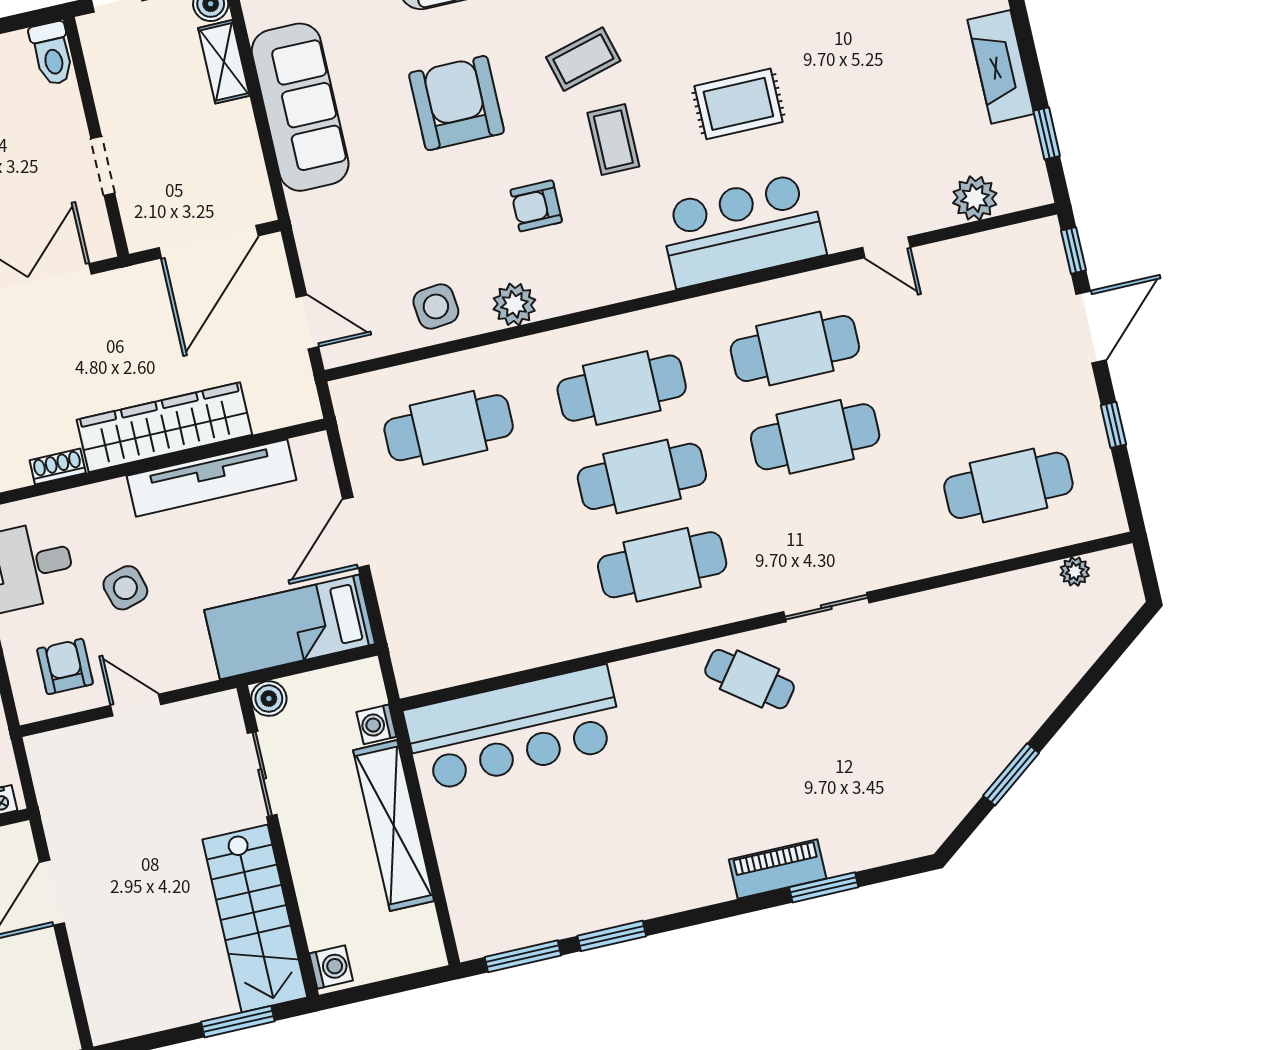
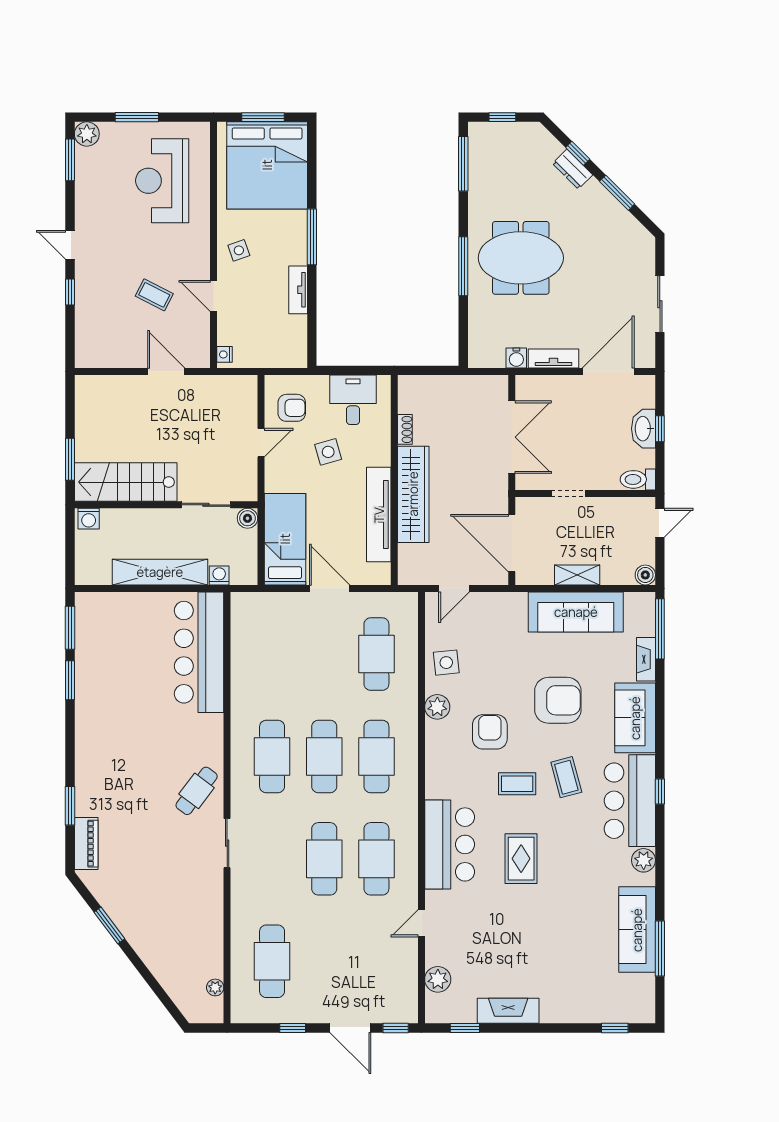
shelving: (224, 62) -> (577, 575), moved
armchair: (536, 206) -> (490, 732), width x1.38, depth x1.38
piano: (778, 869) -> (86, 844), moved

